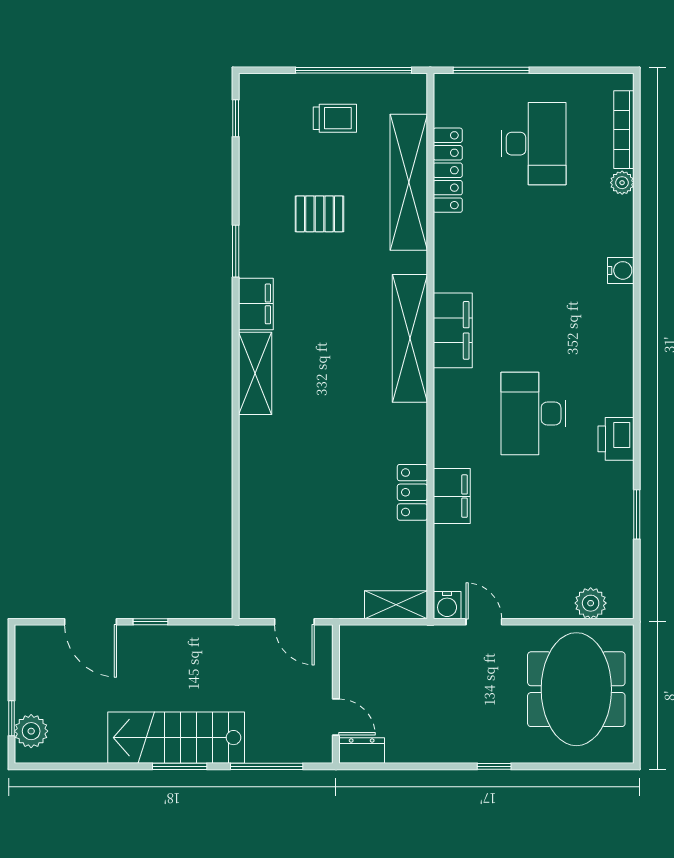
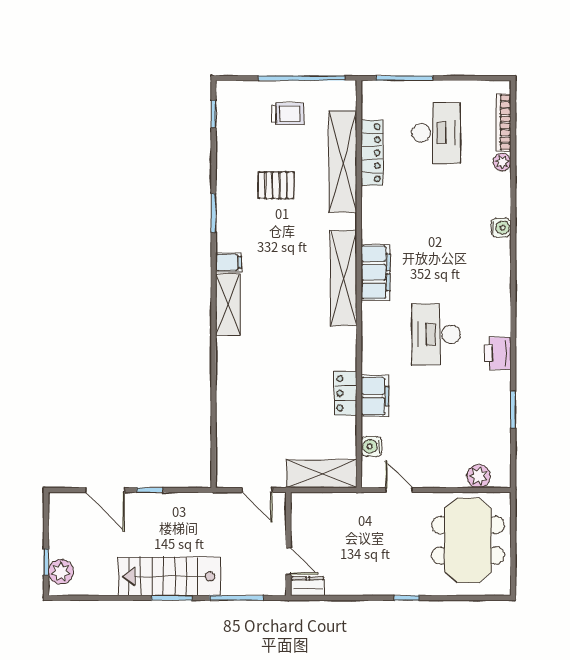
filing cabinet: (256, 304) -> (229, 262), width x0.50
shelving: (396, 605) -> (322, 474), width x1.50, depth x1.33
water cooler: (447, 605) -> (371, 446), moved, turned 90

